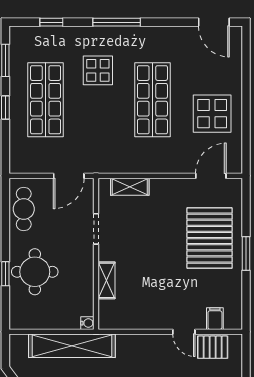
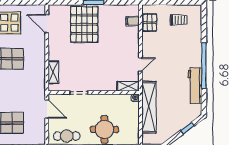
pallet: (210, 238) -> (84, 24), turned 90
shelving: (107, 280) -> (128, 86), moved
door: (184, 332) -> (140, 65), moved

